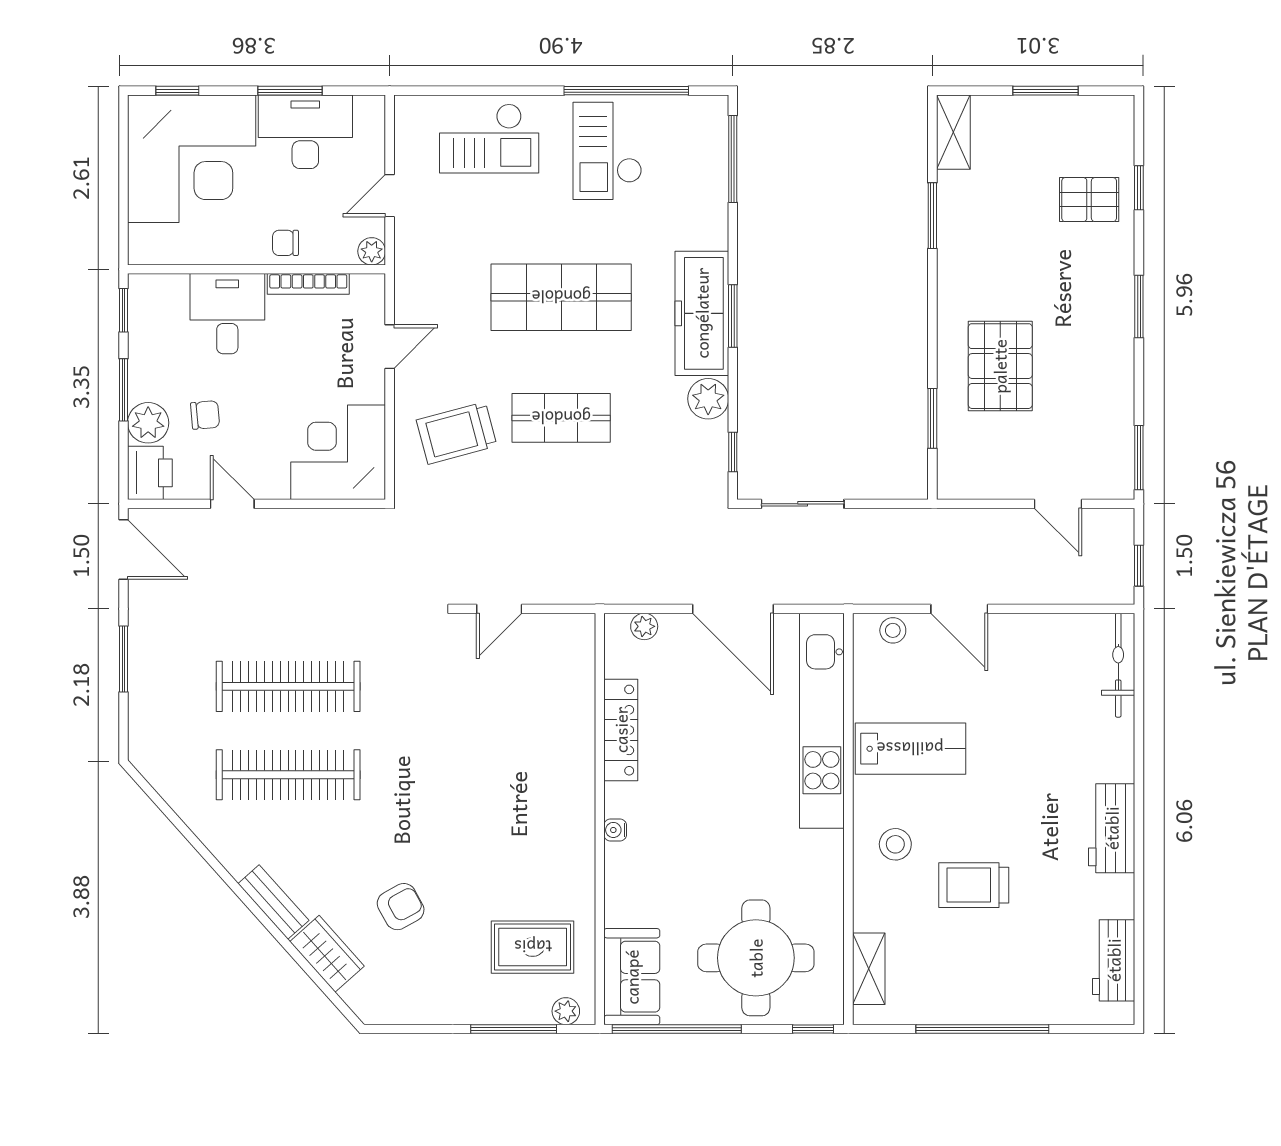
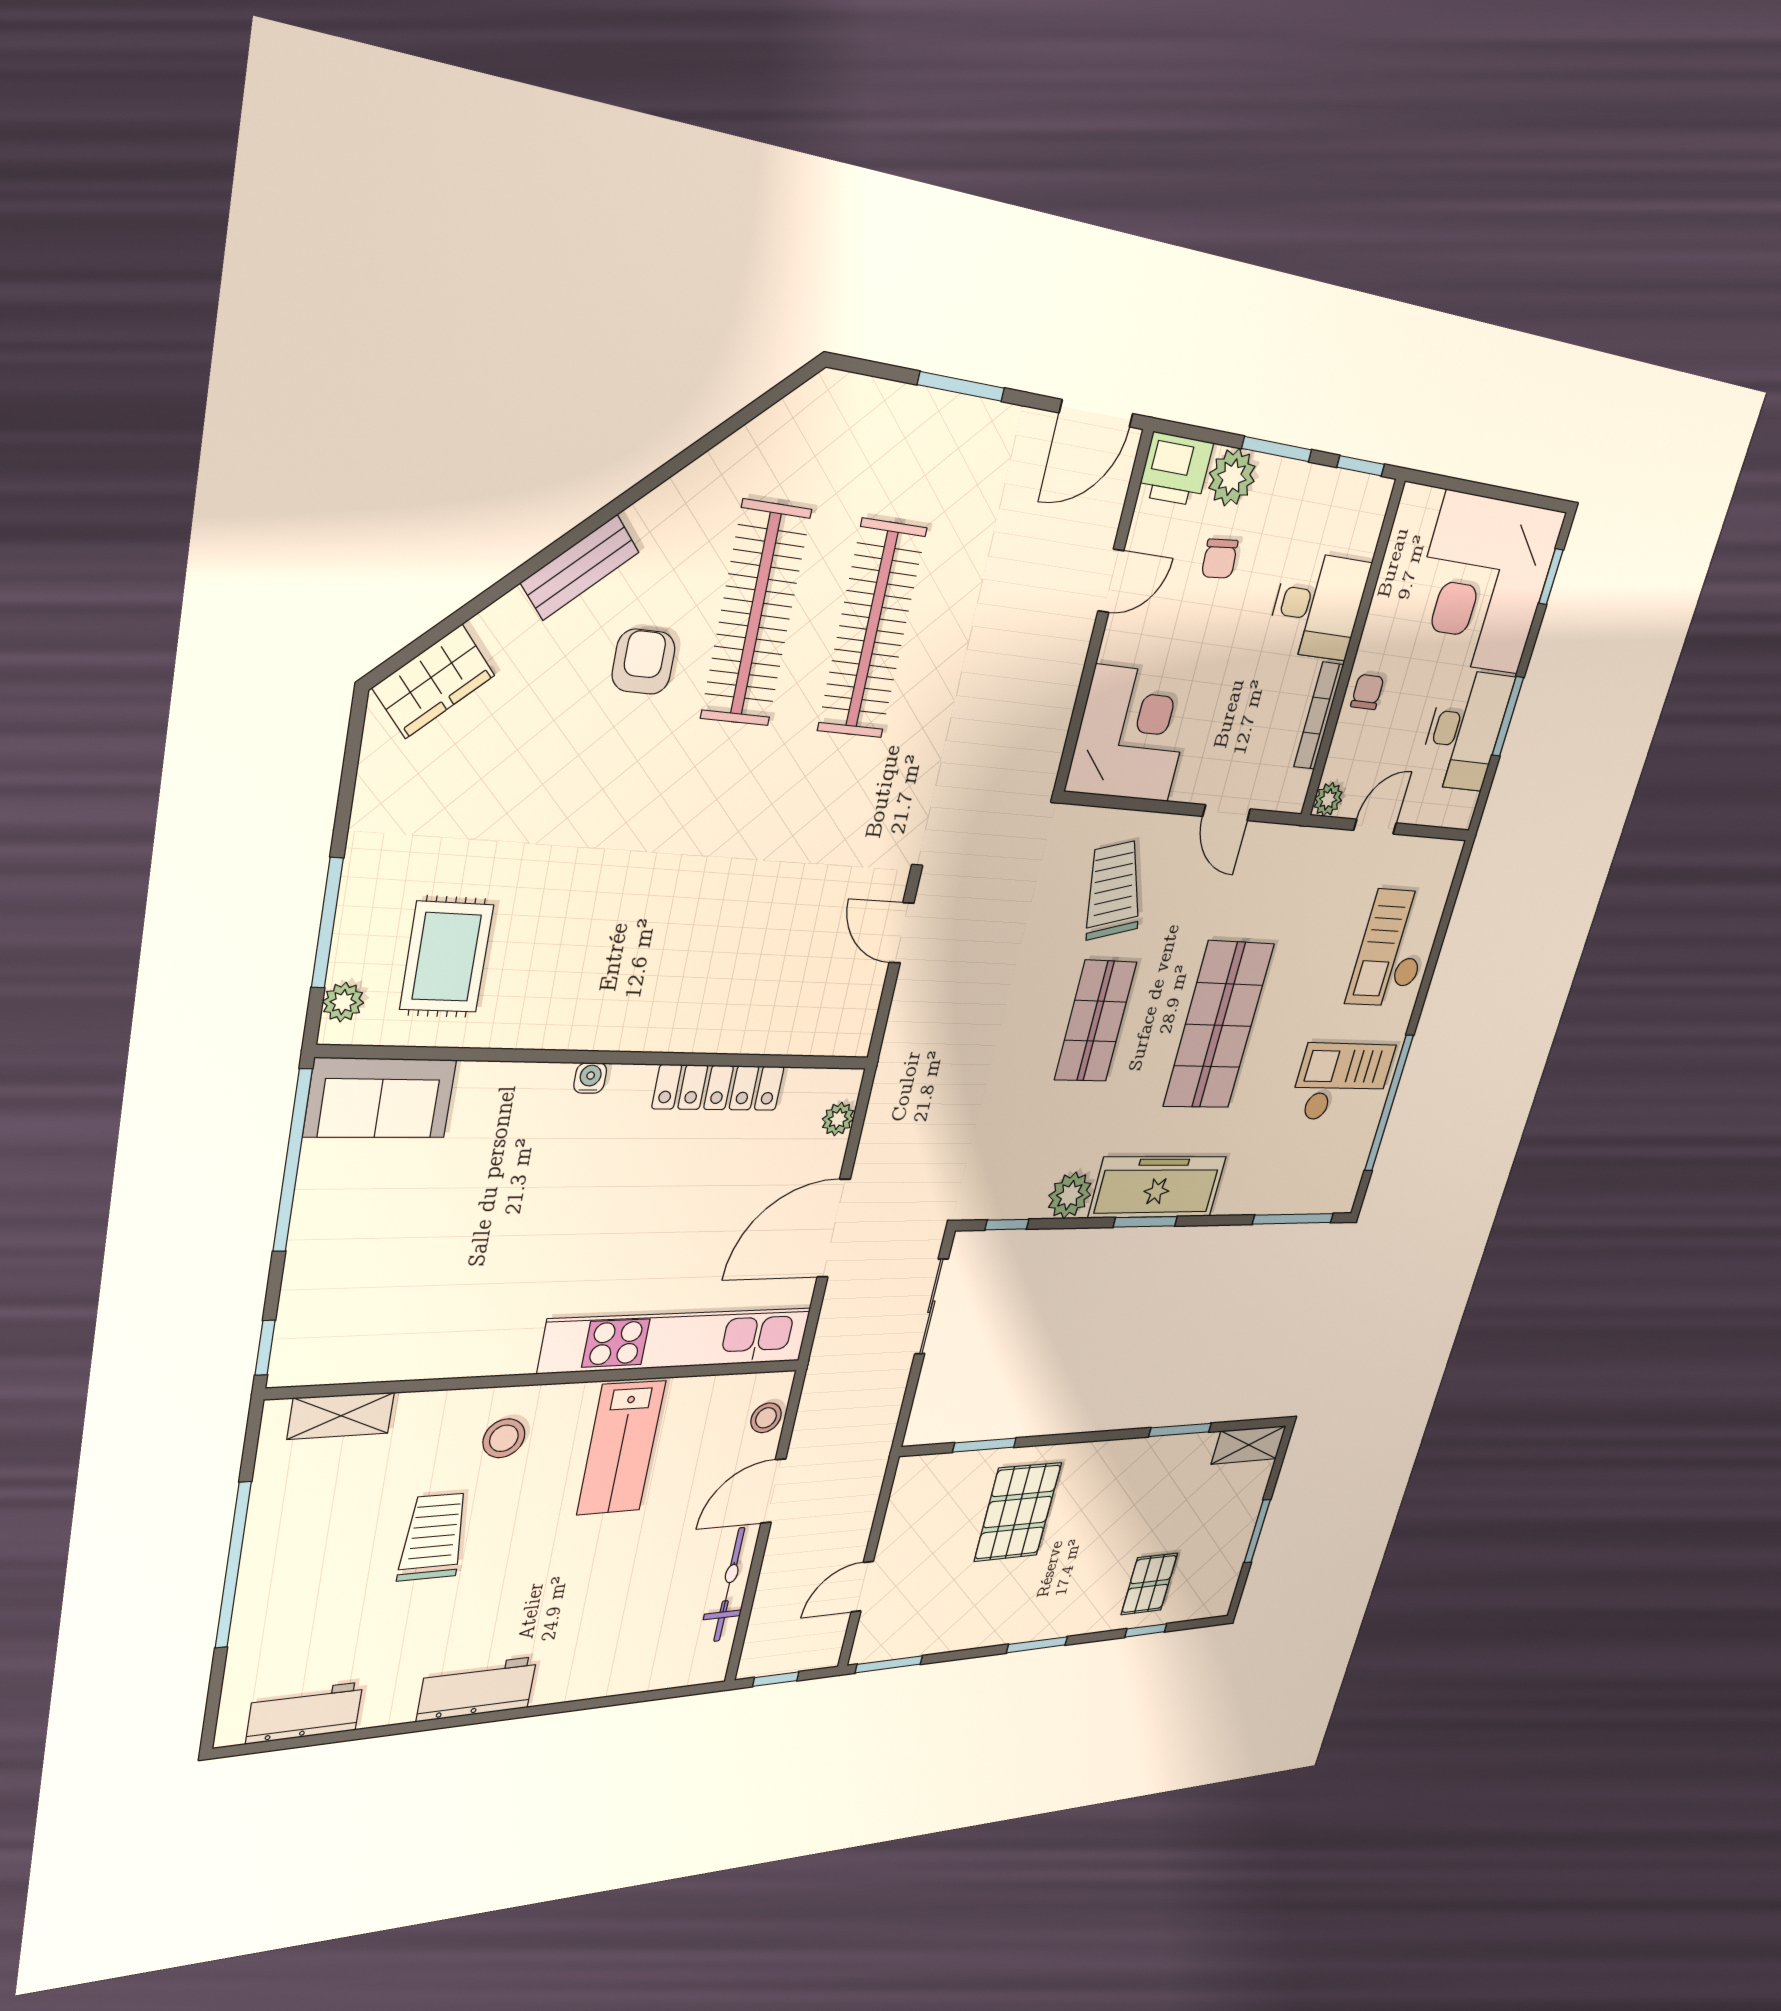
door: (390, 196) -> (1375, 827), hinge flipped
pallet: (1000, 366) -> (1018, 1512), turned 90
bicycle: (1118, 665) -> (729, 1585), moved, turned -90
armchair: (401, 907) -> (643, 662), moved, turned -151
wardrobe: (327, 954) -> (434, 682), moved
round table: (756, 958) -> (380, 1268), removed

